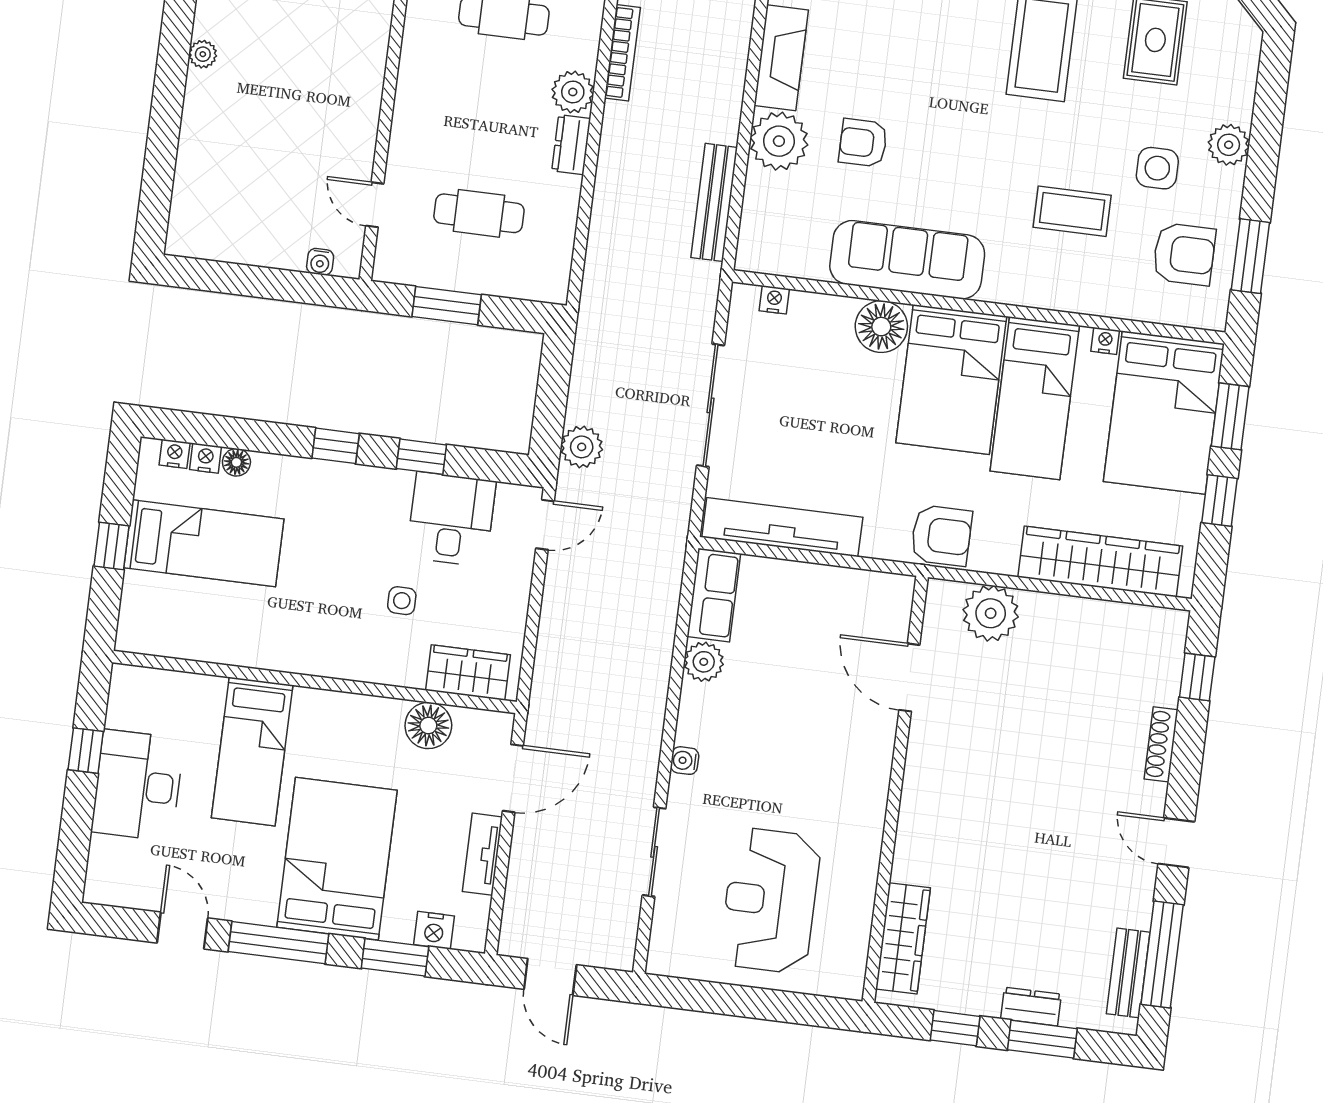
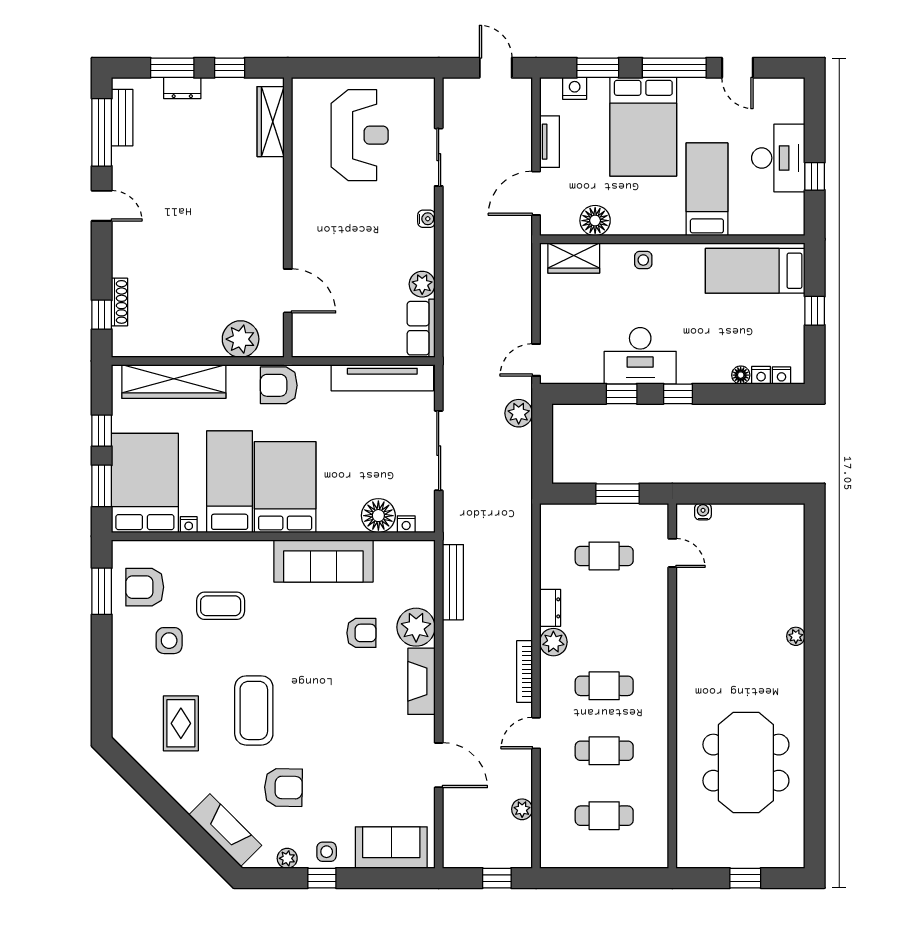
plant: (1229, 145) -> (125, 662), removed
floor lamp: (881, 327) -> (378, 516), moved
desk: (451, 519) -> (640, 356), moved, width x1.37
bed: (204, 543) -> (755, 271), moved
side table: (402, 601) -> (643, 260), moved
shoe rack: (1161, 744) -> (120, 302), moved

